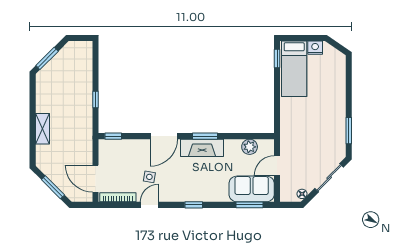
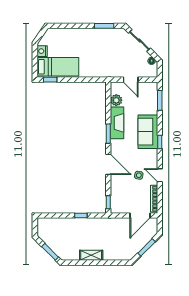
shelving: (42, 129) -> (91, 255), moved
fireplace: (202, 148) -> (117, 123), moved
sofa: (252, 189) -> (148, 132), moved

